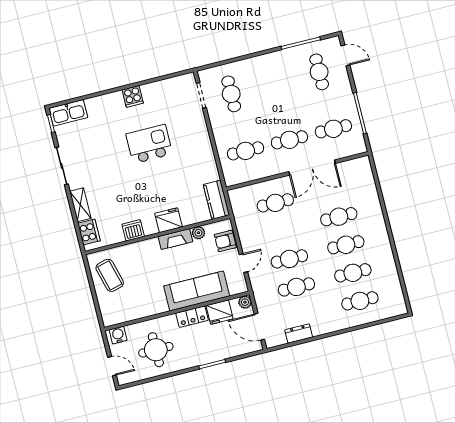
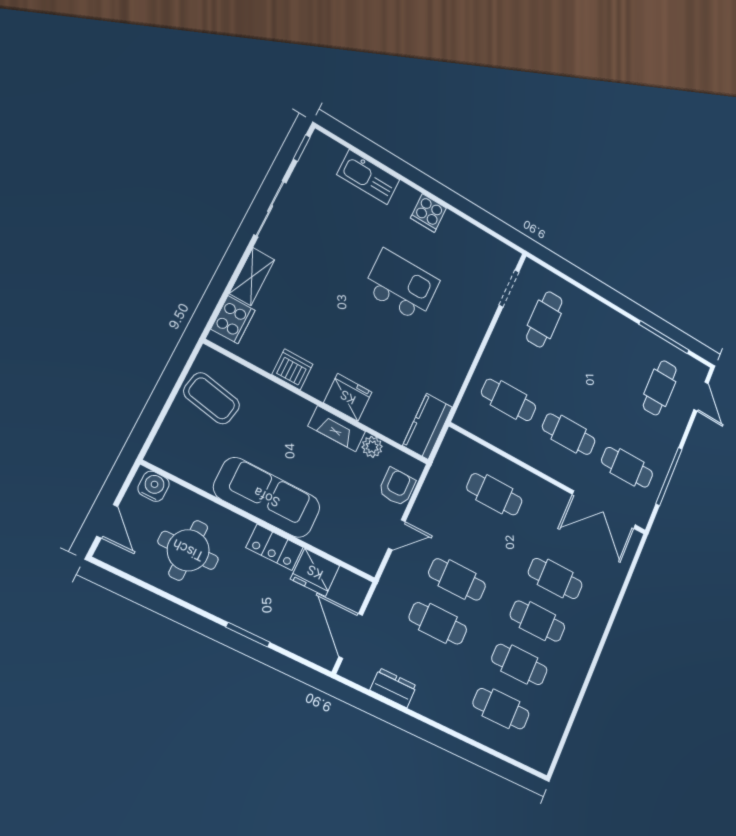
kitchen sink: (68, 113) -> (368, 177), moved
double door: (312, 167) -> (604, 510), moved
armchair: (225, 241) -> (397, 487), turned 90
coffee table: (110, 275) -> (212, 398), turned -64
sofa: (197, 291) -> (267, 497), moved
plant: (245, 302) -> (358, 587), removed

